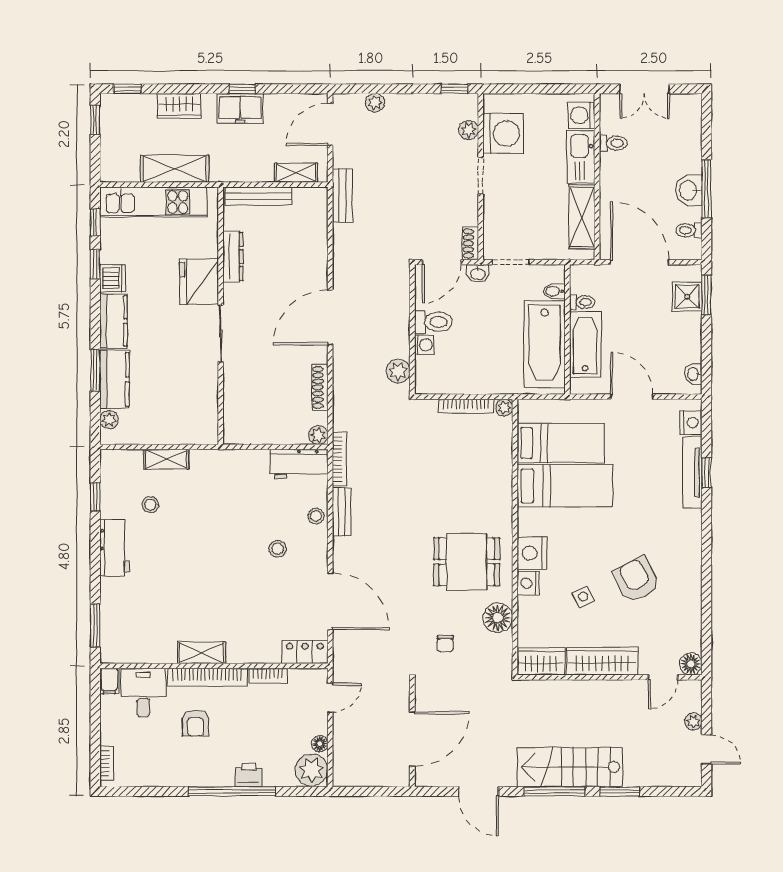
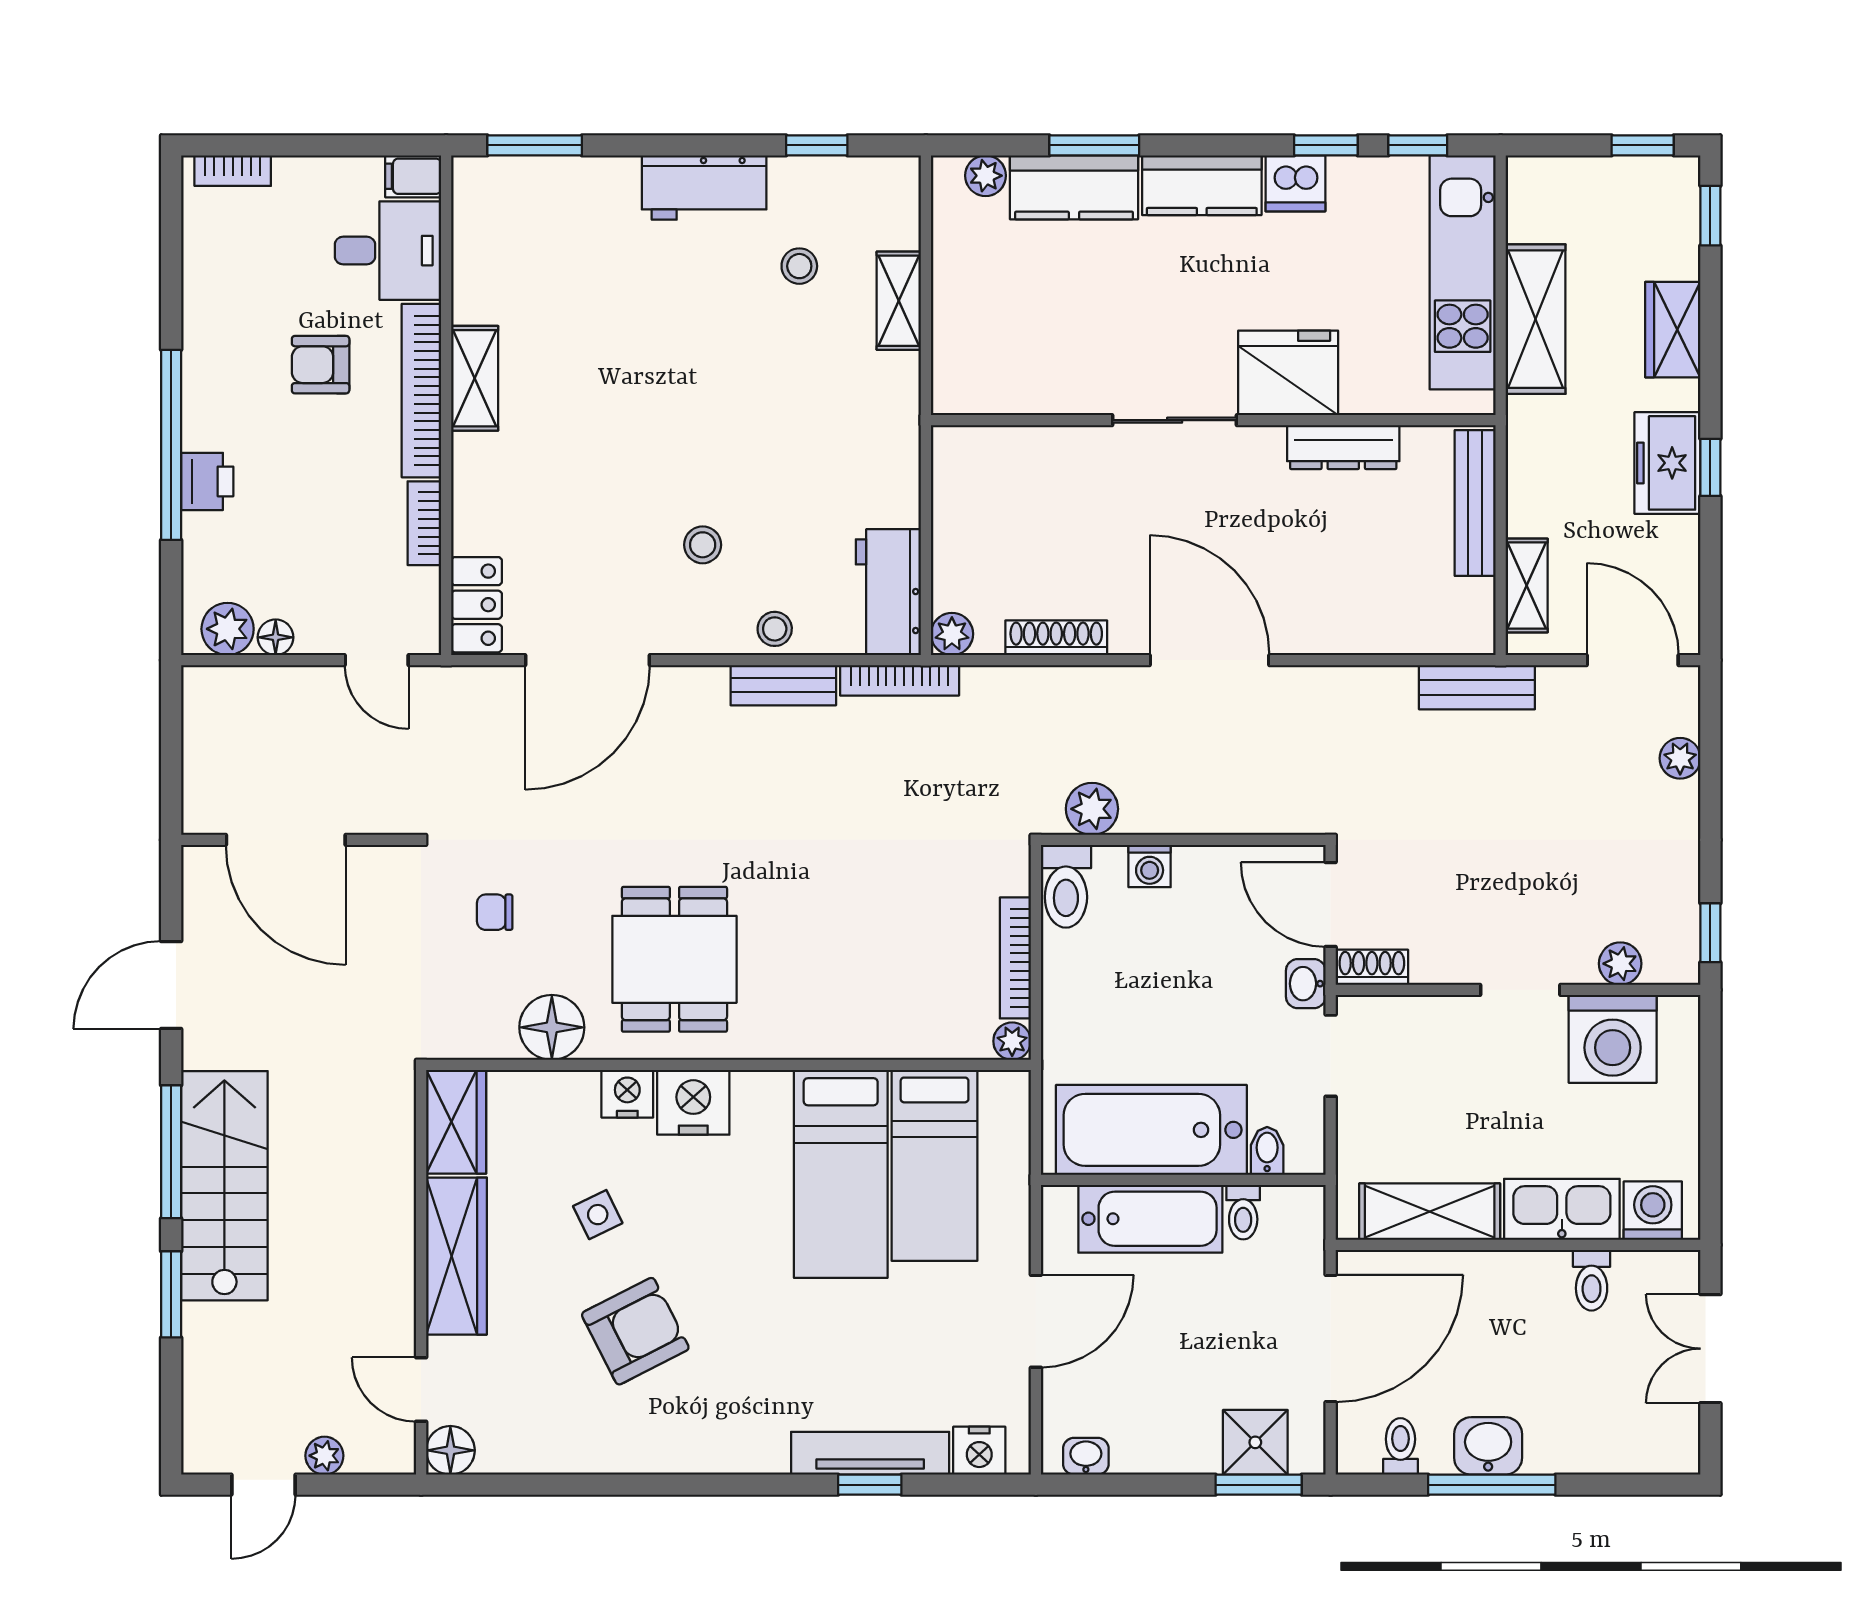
toilet: (433, 322) -> (1066, 886), moved
plant: (312, 770) -> (228, 629), width x0.73, depth x0.73

